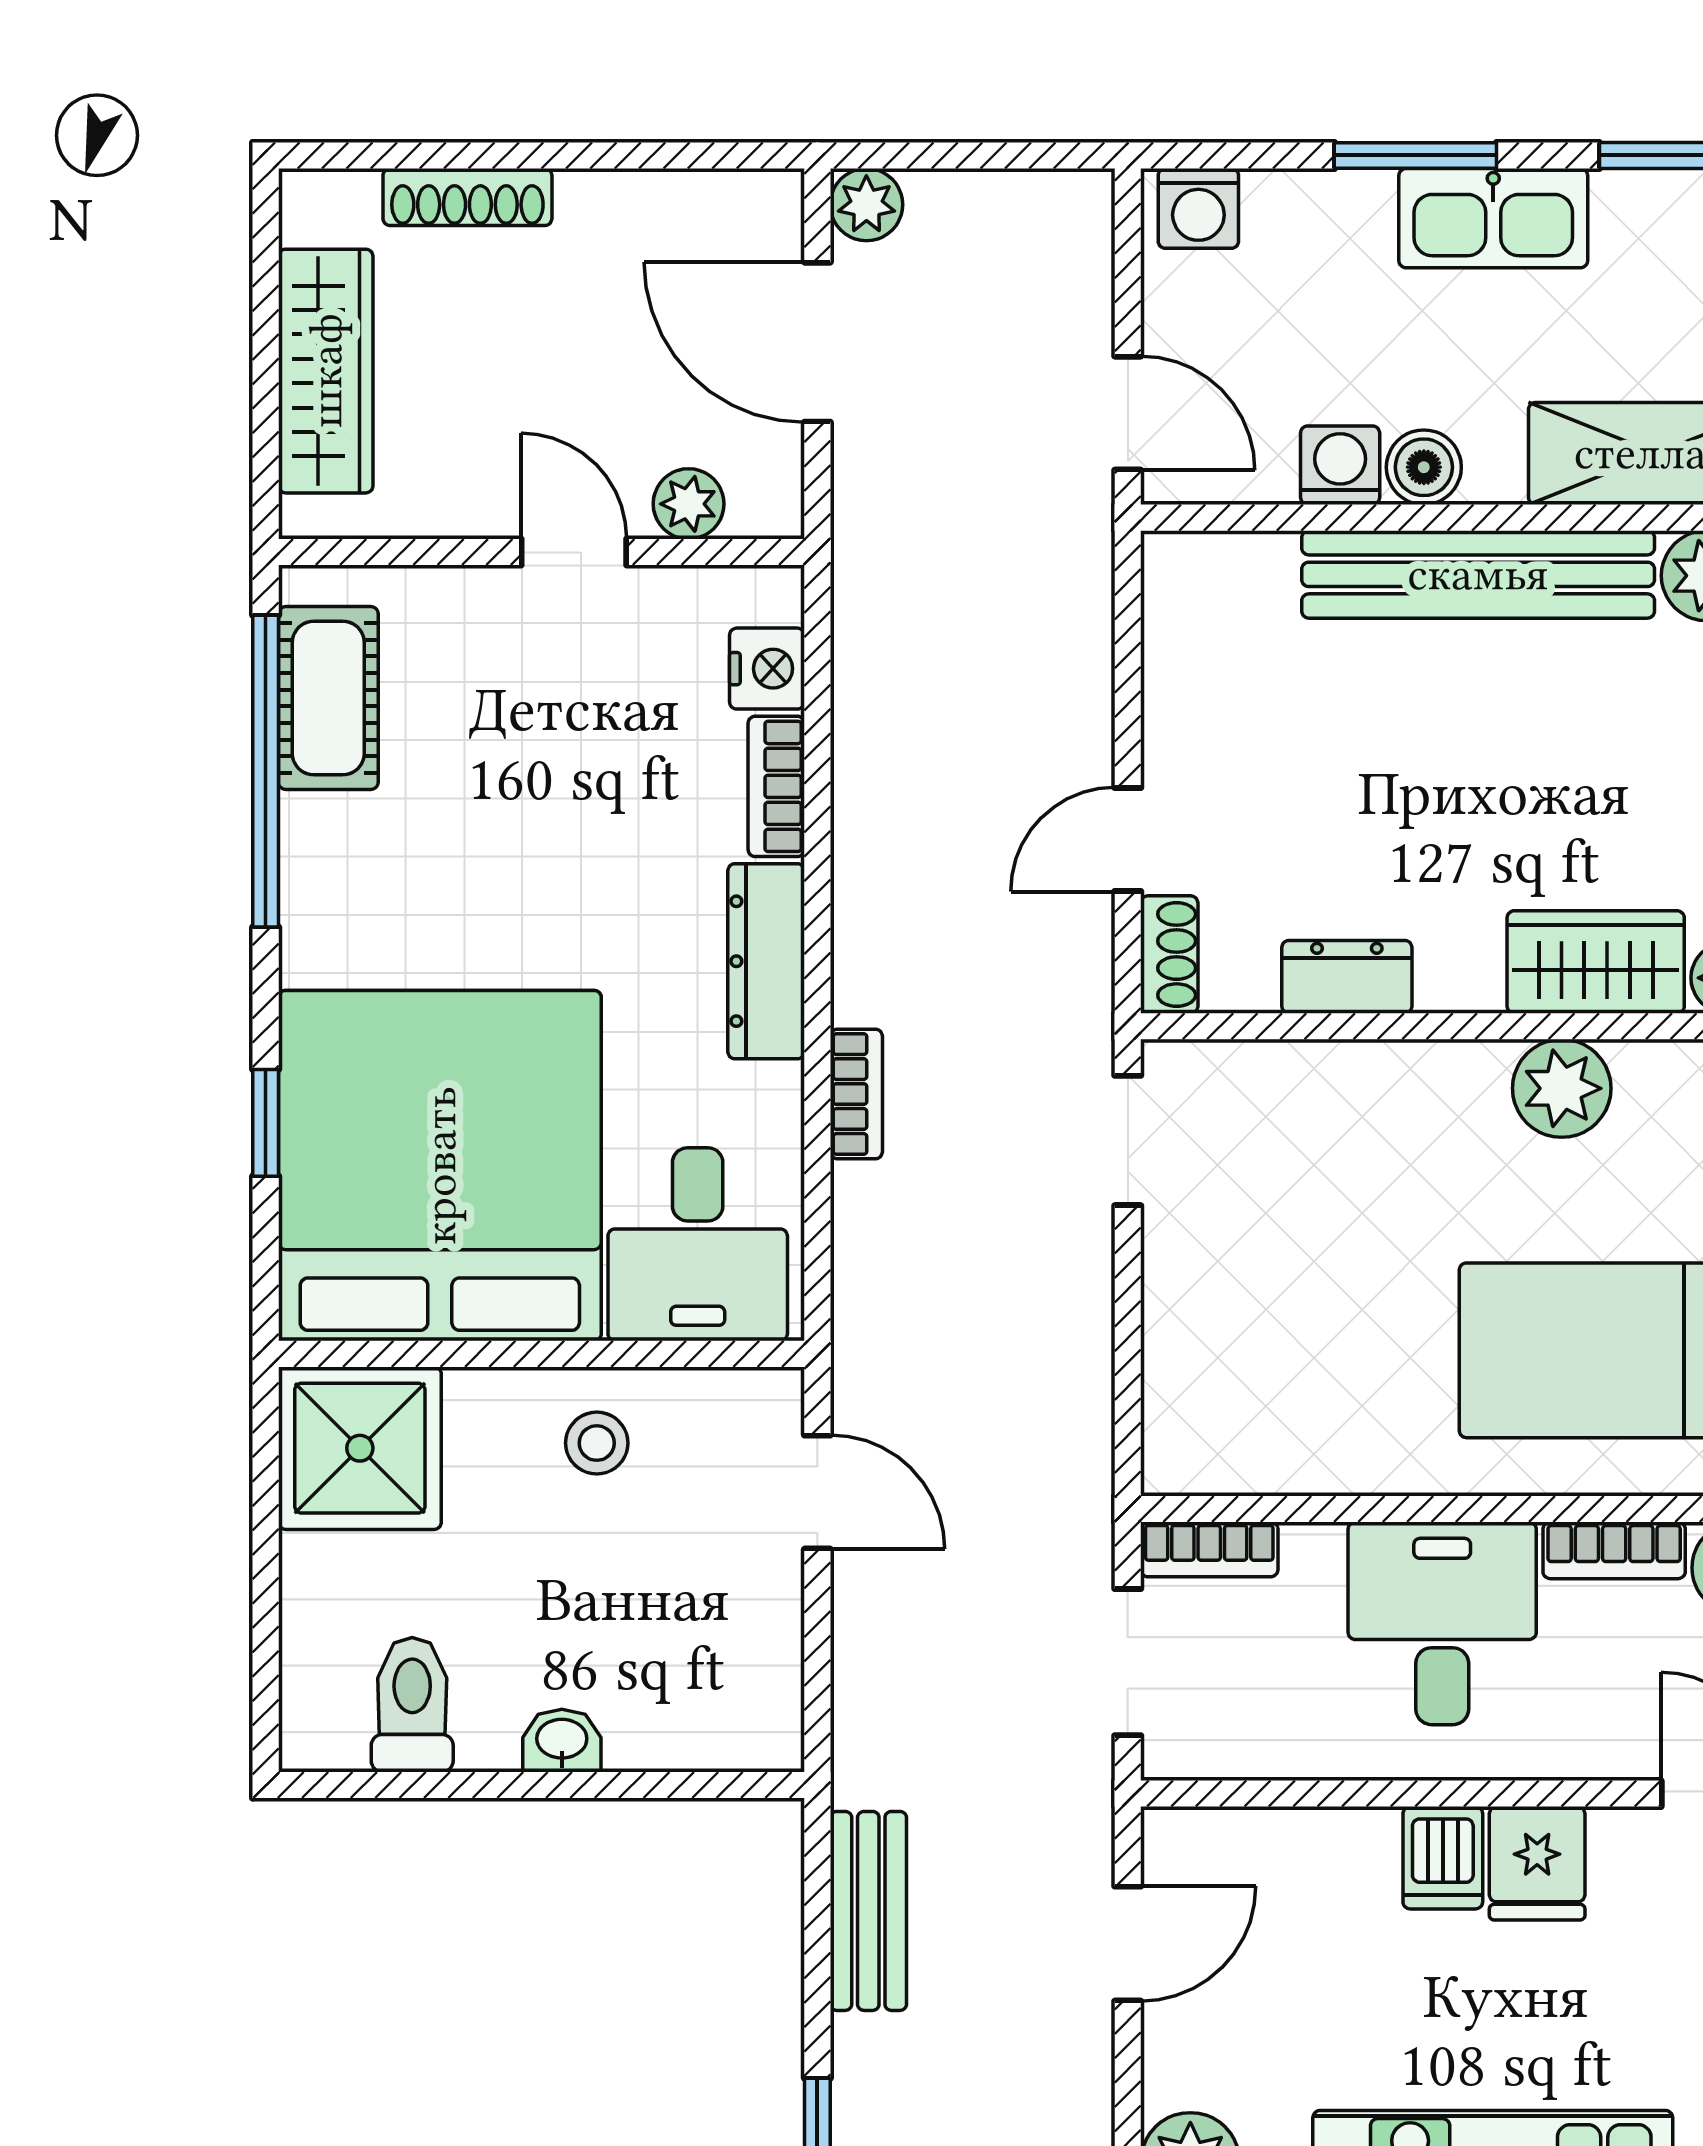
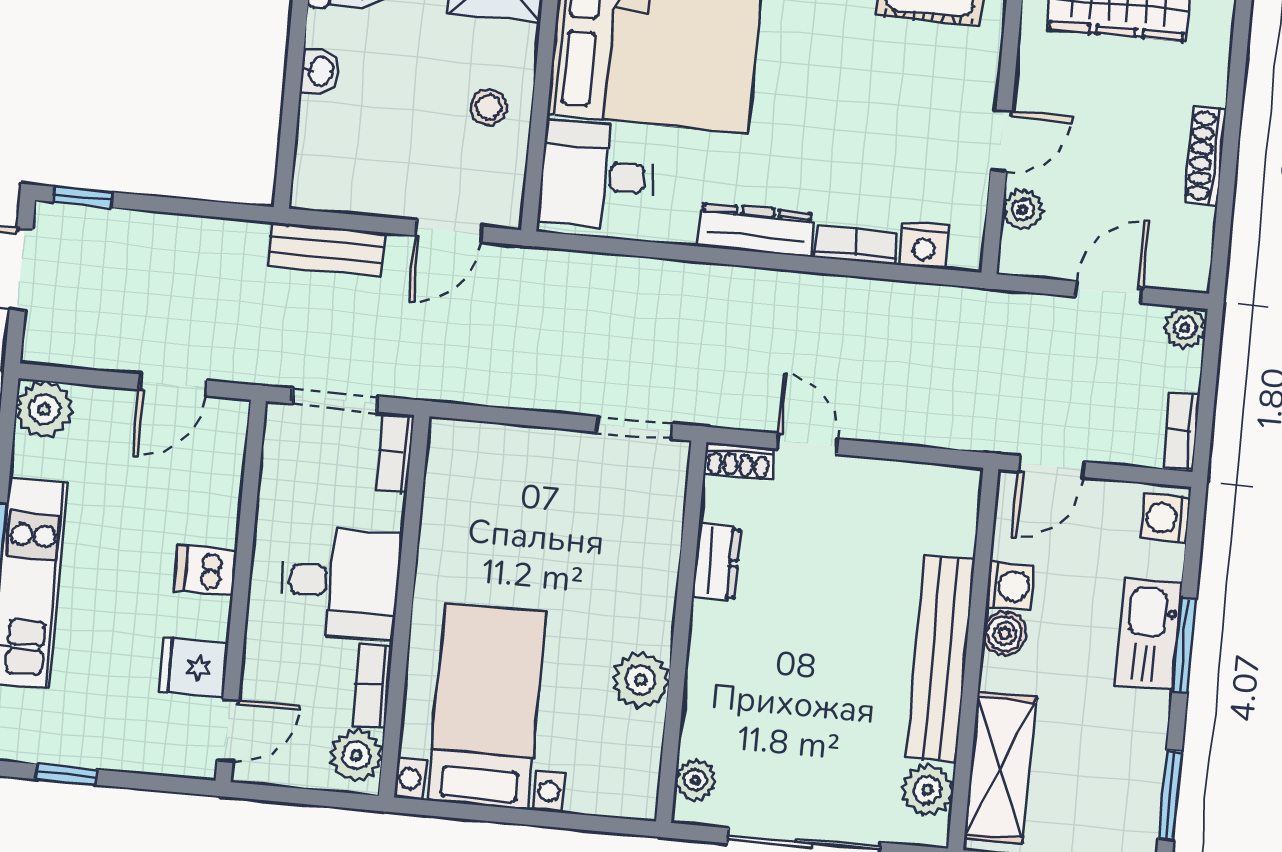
shoe rack: (467, 197) -> (1205, 156), moved
kitchen sink: (1493, 218) -> (1149, 634), moved
door: (817, 342) -> (1109, 292), width x0.73
wardrobe: (1596, 962) -> (711, 706), removed
bookcase: (856, 1094) -> (1181, 431), moved, turned 90
fridge: (1537, 1863) -> (193, 667), moved
bench: (868, 1911) -> (326, 249), moved
door: (1128, 1944) -> (173, 385), hinge flipped

